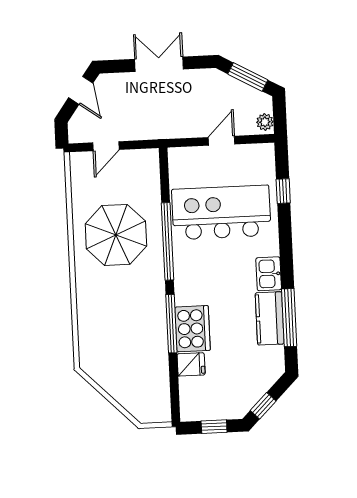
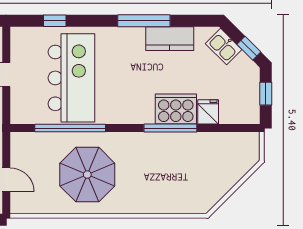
kitchen island: (221, 212) -> (71, 78), turned 180
window: (167, 241) -> (70, 128), moved
kitchen sink: (269, 274) -> (224, 47), moved, turned 45
window: (289, 318) -> (144, 21), moved

